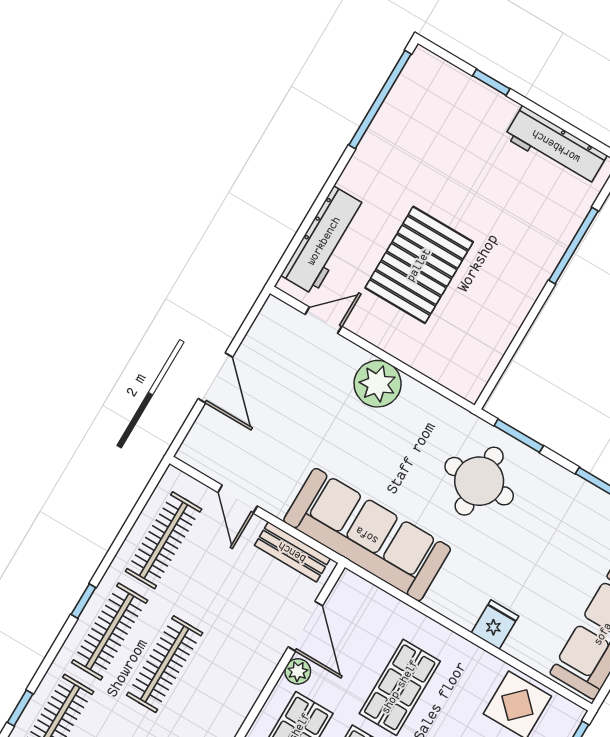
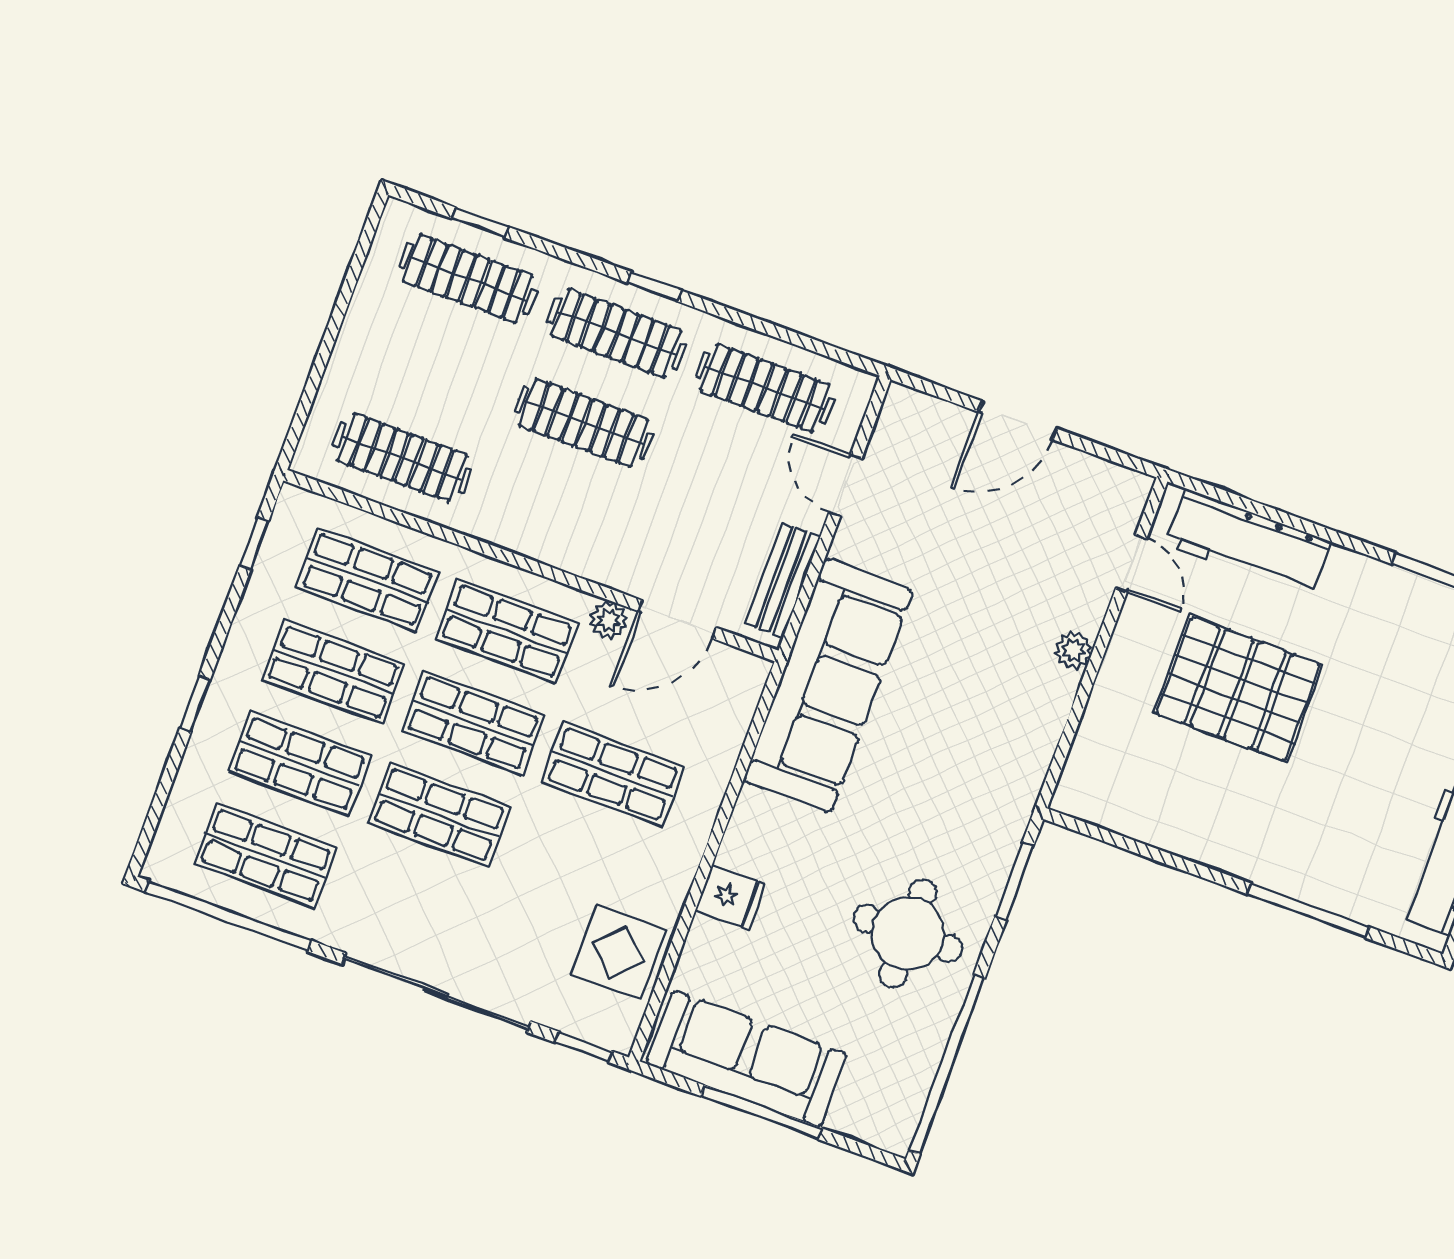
plant: (378, 384) -> (1074, 650), width x0.53, depth x0.53
round table: (479, 481) -> (908, 933), moved
door: (238, 499) -> (845, 486), hinge flipped

